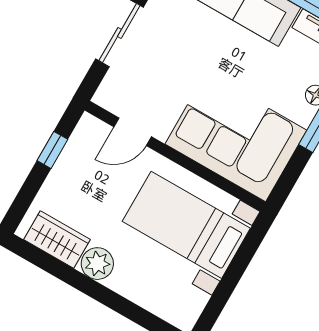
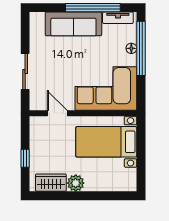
door: (133, 132) -> (57, 113), swing flipped
window: (52, 150) -> (25, 158), moved

